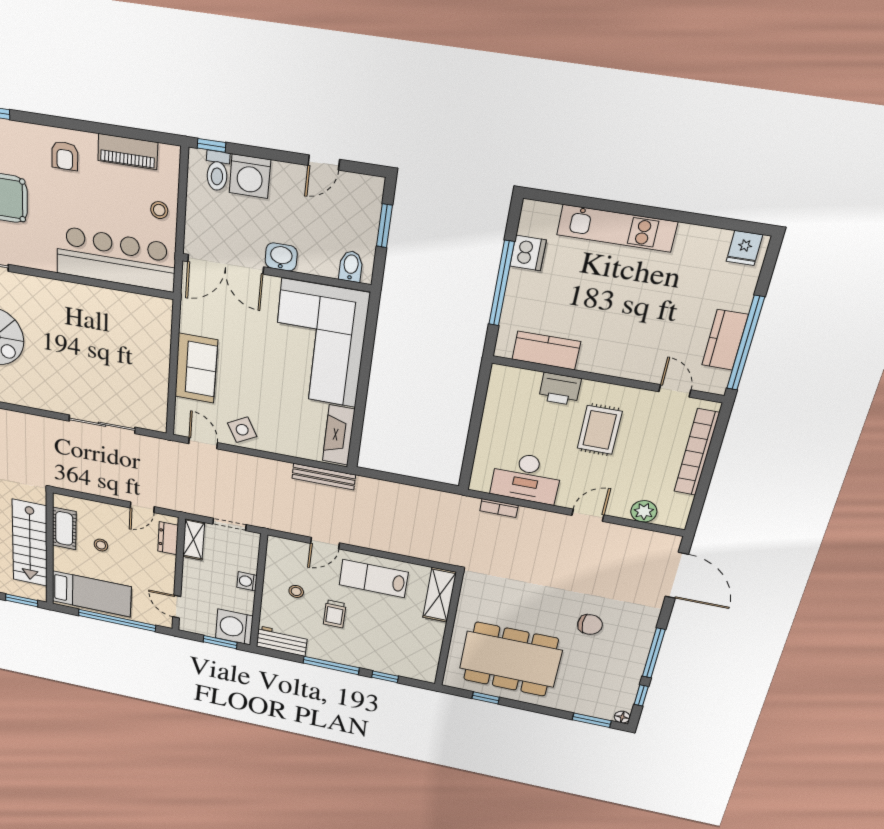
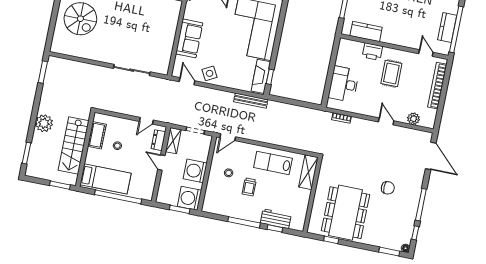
window: (356, 436) -> (270, 77), added
desk: (526, 478) -> (344, 84), moved, turned 90
door: (588, 515) -> (386, 121), hinge flipped
door: (325, 543) -> (228, 137), moved
washing machine: (247, 581) -> (195, 171), width x1.89, depth x1.89
door: (177, 607) -> (161, 163), moved
workbench: (282, 641) -> (276, 219), moved
dining table: (510, 659) -> (346, 213), turned 90

